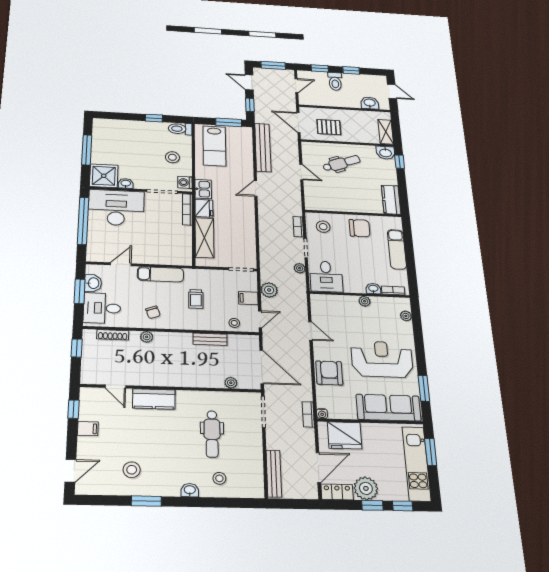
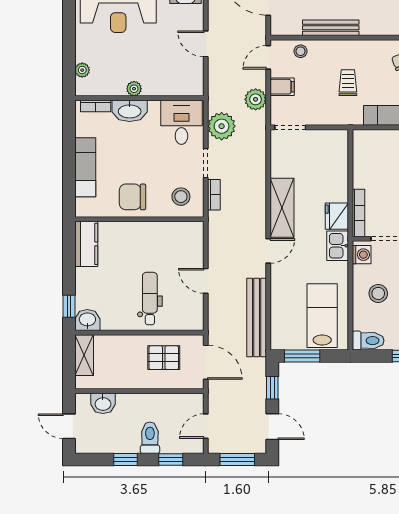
dental chair: (342, 163) -> (150, 299), turned 111
shelving: (204, 238) -> (282, 208), moved
plant: (300, 268) -> (222, 126), width x1.87, depth x1.87
washbasin: (373, 289) -> (130, 111), width x1.91, depth x1.45
bench: (210, 339) -> (331, 28), width x1.36

